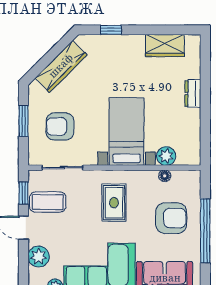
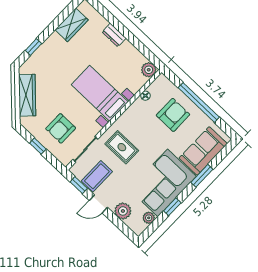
window: (23, 121) -> (38, 146), width x0.67
plant: (166, 156) -> (149, 70), moved
rug: (114, 203) -> (122, 147), moved

